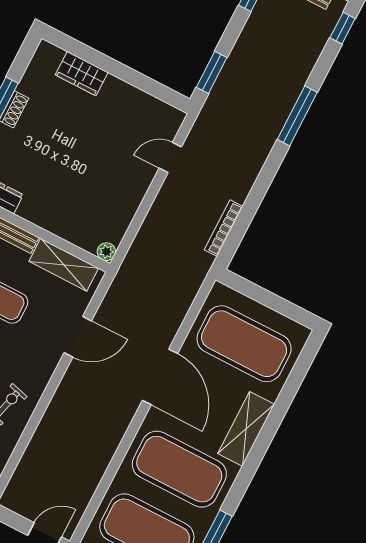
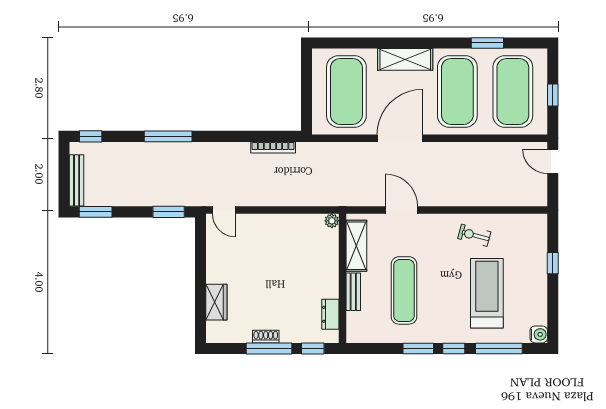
door: (170, 158) -> (224, 210), moved

